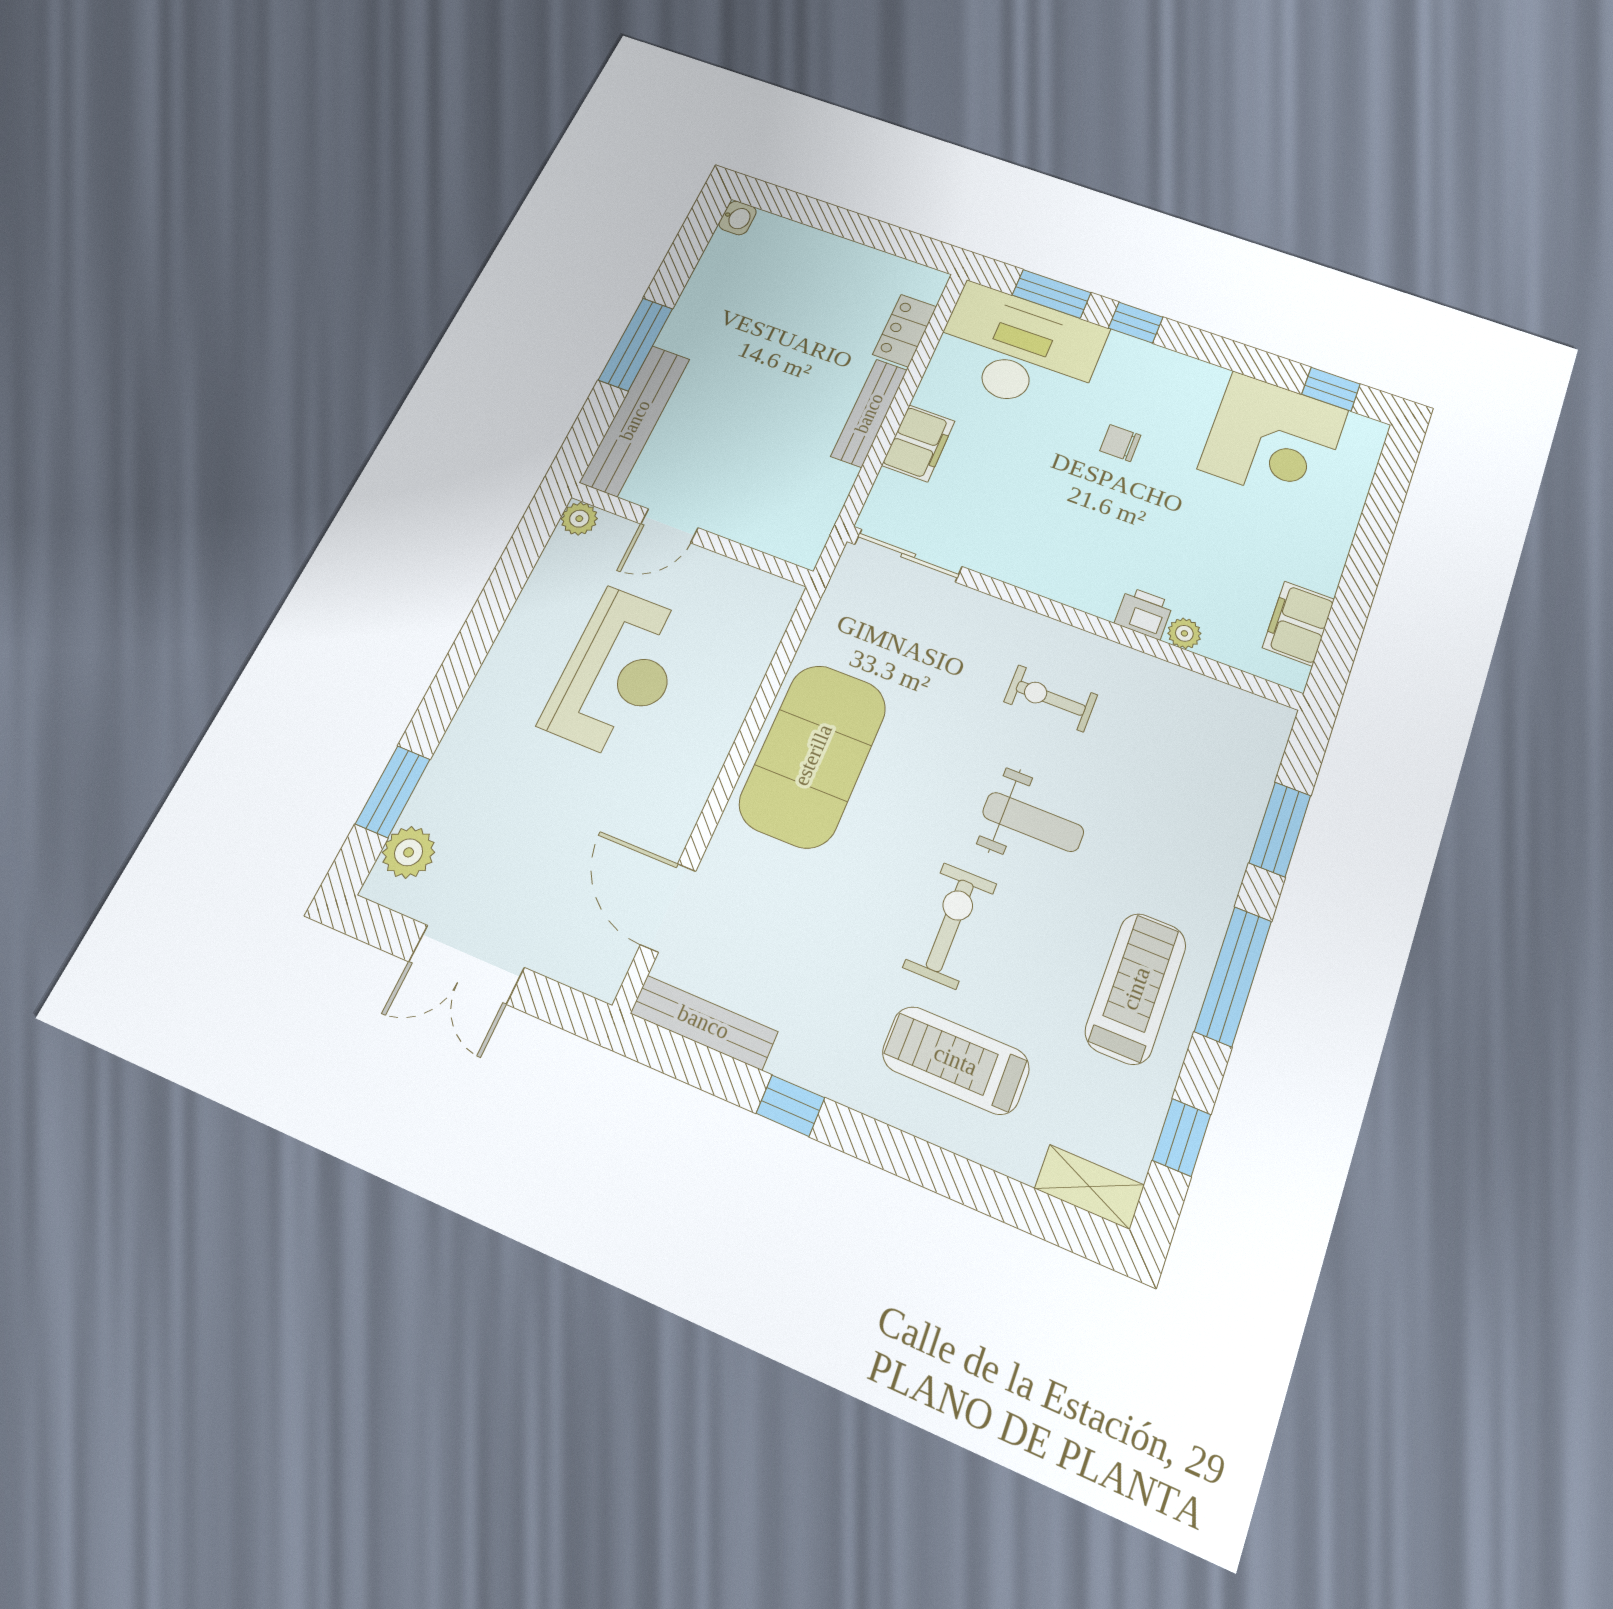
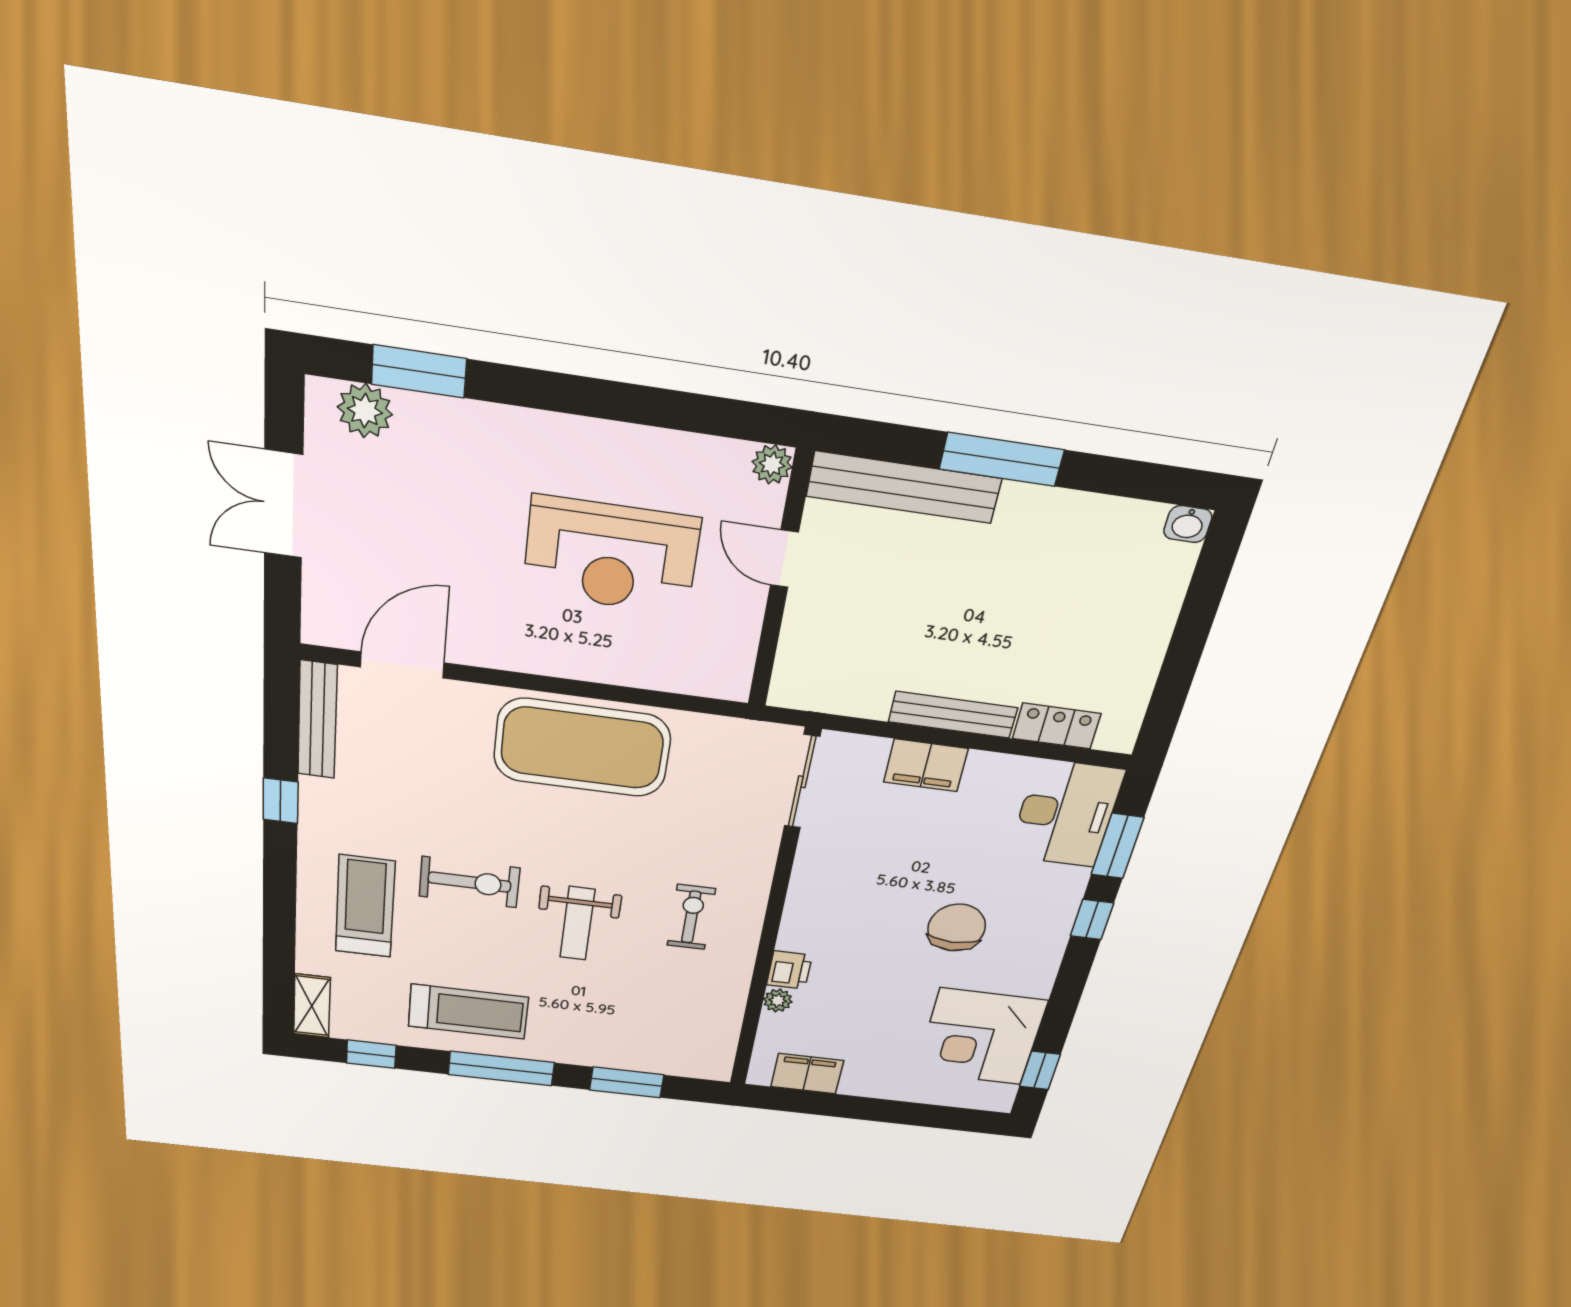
desk: (1018, 350) -> (1066, 814), width x0.73, depth x0.77
chair: (1120, 443) -> (957, 928), width x1.87, depth x1.87

